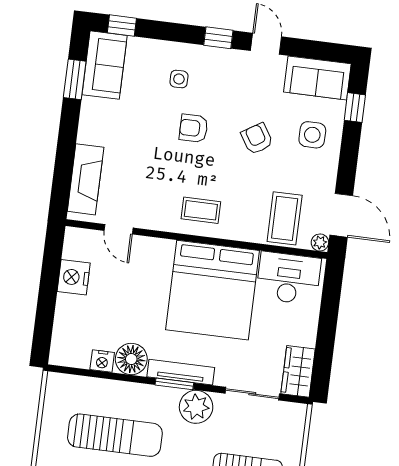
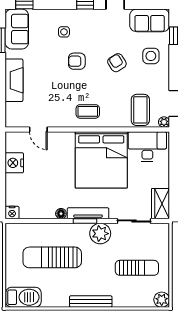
fireplace: (86, 179) -> (14, 80), moved
floor lamp: (131, 359) -> (61, 214), width x0.53, depth x0.53
nightstand: (102, 361) -> (12, 213), moved
sun lounger: (115, 435) -> (52, 257), turned 180

